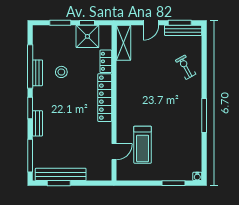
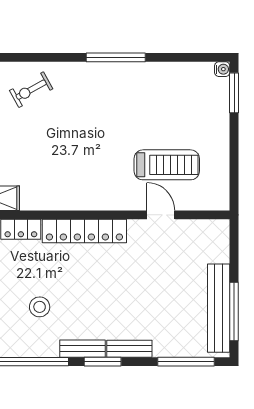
bench: (37, 73) -> (82, 349), moved
door: (114, 152) -> (161, 215), moved
window: (59, 183) -> (234, 311), width x1.44
window: (174, 183) -> (234, 93), moved

